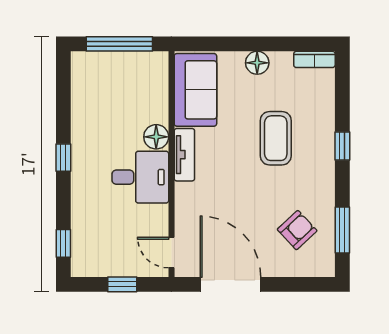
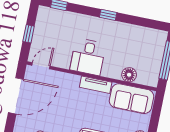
floor lamp: (156, 137) -> (129, 75), moved

